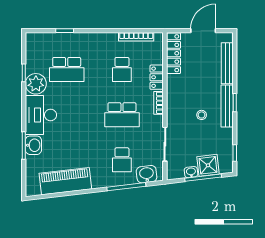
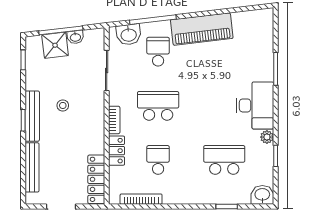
plant: (36, 84) -> (267, 137), width x0.53, depth x0.53
washbasin: (33, 145) -> (262, 195), moved, turned 90
piano: (65, 181) -> (202, 29), moved

